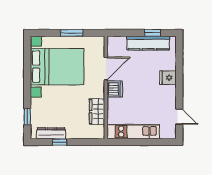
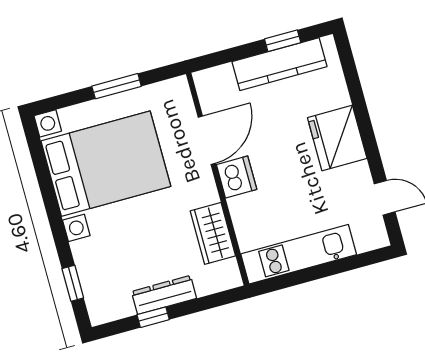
fridge: (168, 78) -> (337, 138), width x1.88, depth x1.34
dresser: (51, 133) -> (164, 295), moved

